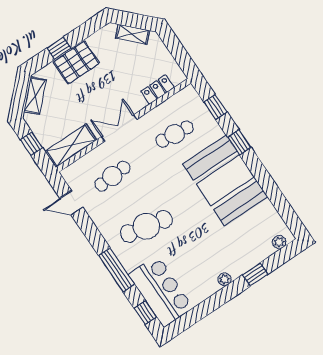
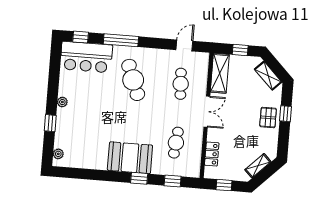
window: (179, 53) -> (224, 185), added
pallet: (77, 62) -> (268, 117), width x0.67, depth x0.71
booth: (225, 180) -> (130, 158), width x0.73, depth x0.70
cafe table: (146, 226) -> (133, 80), turned -33

